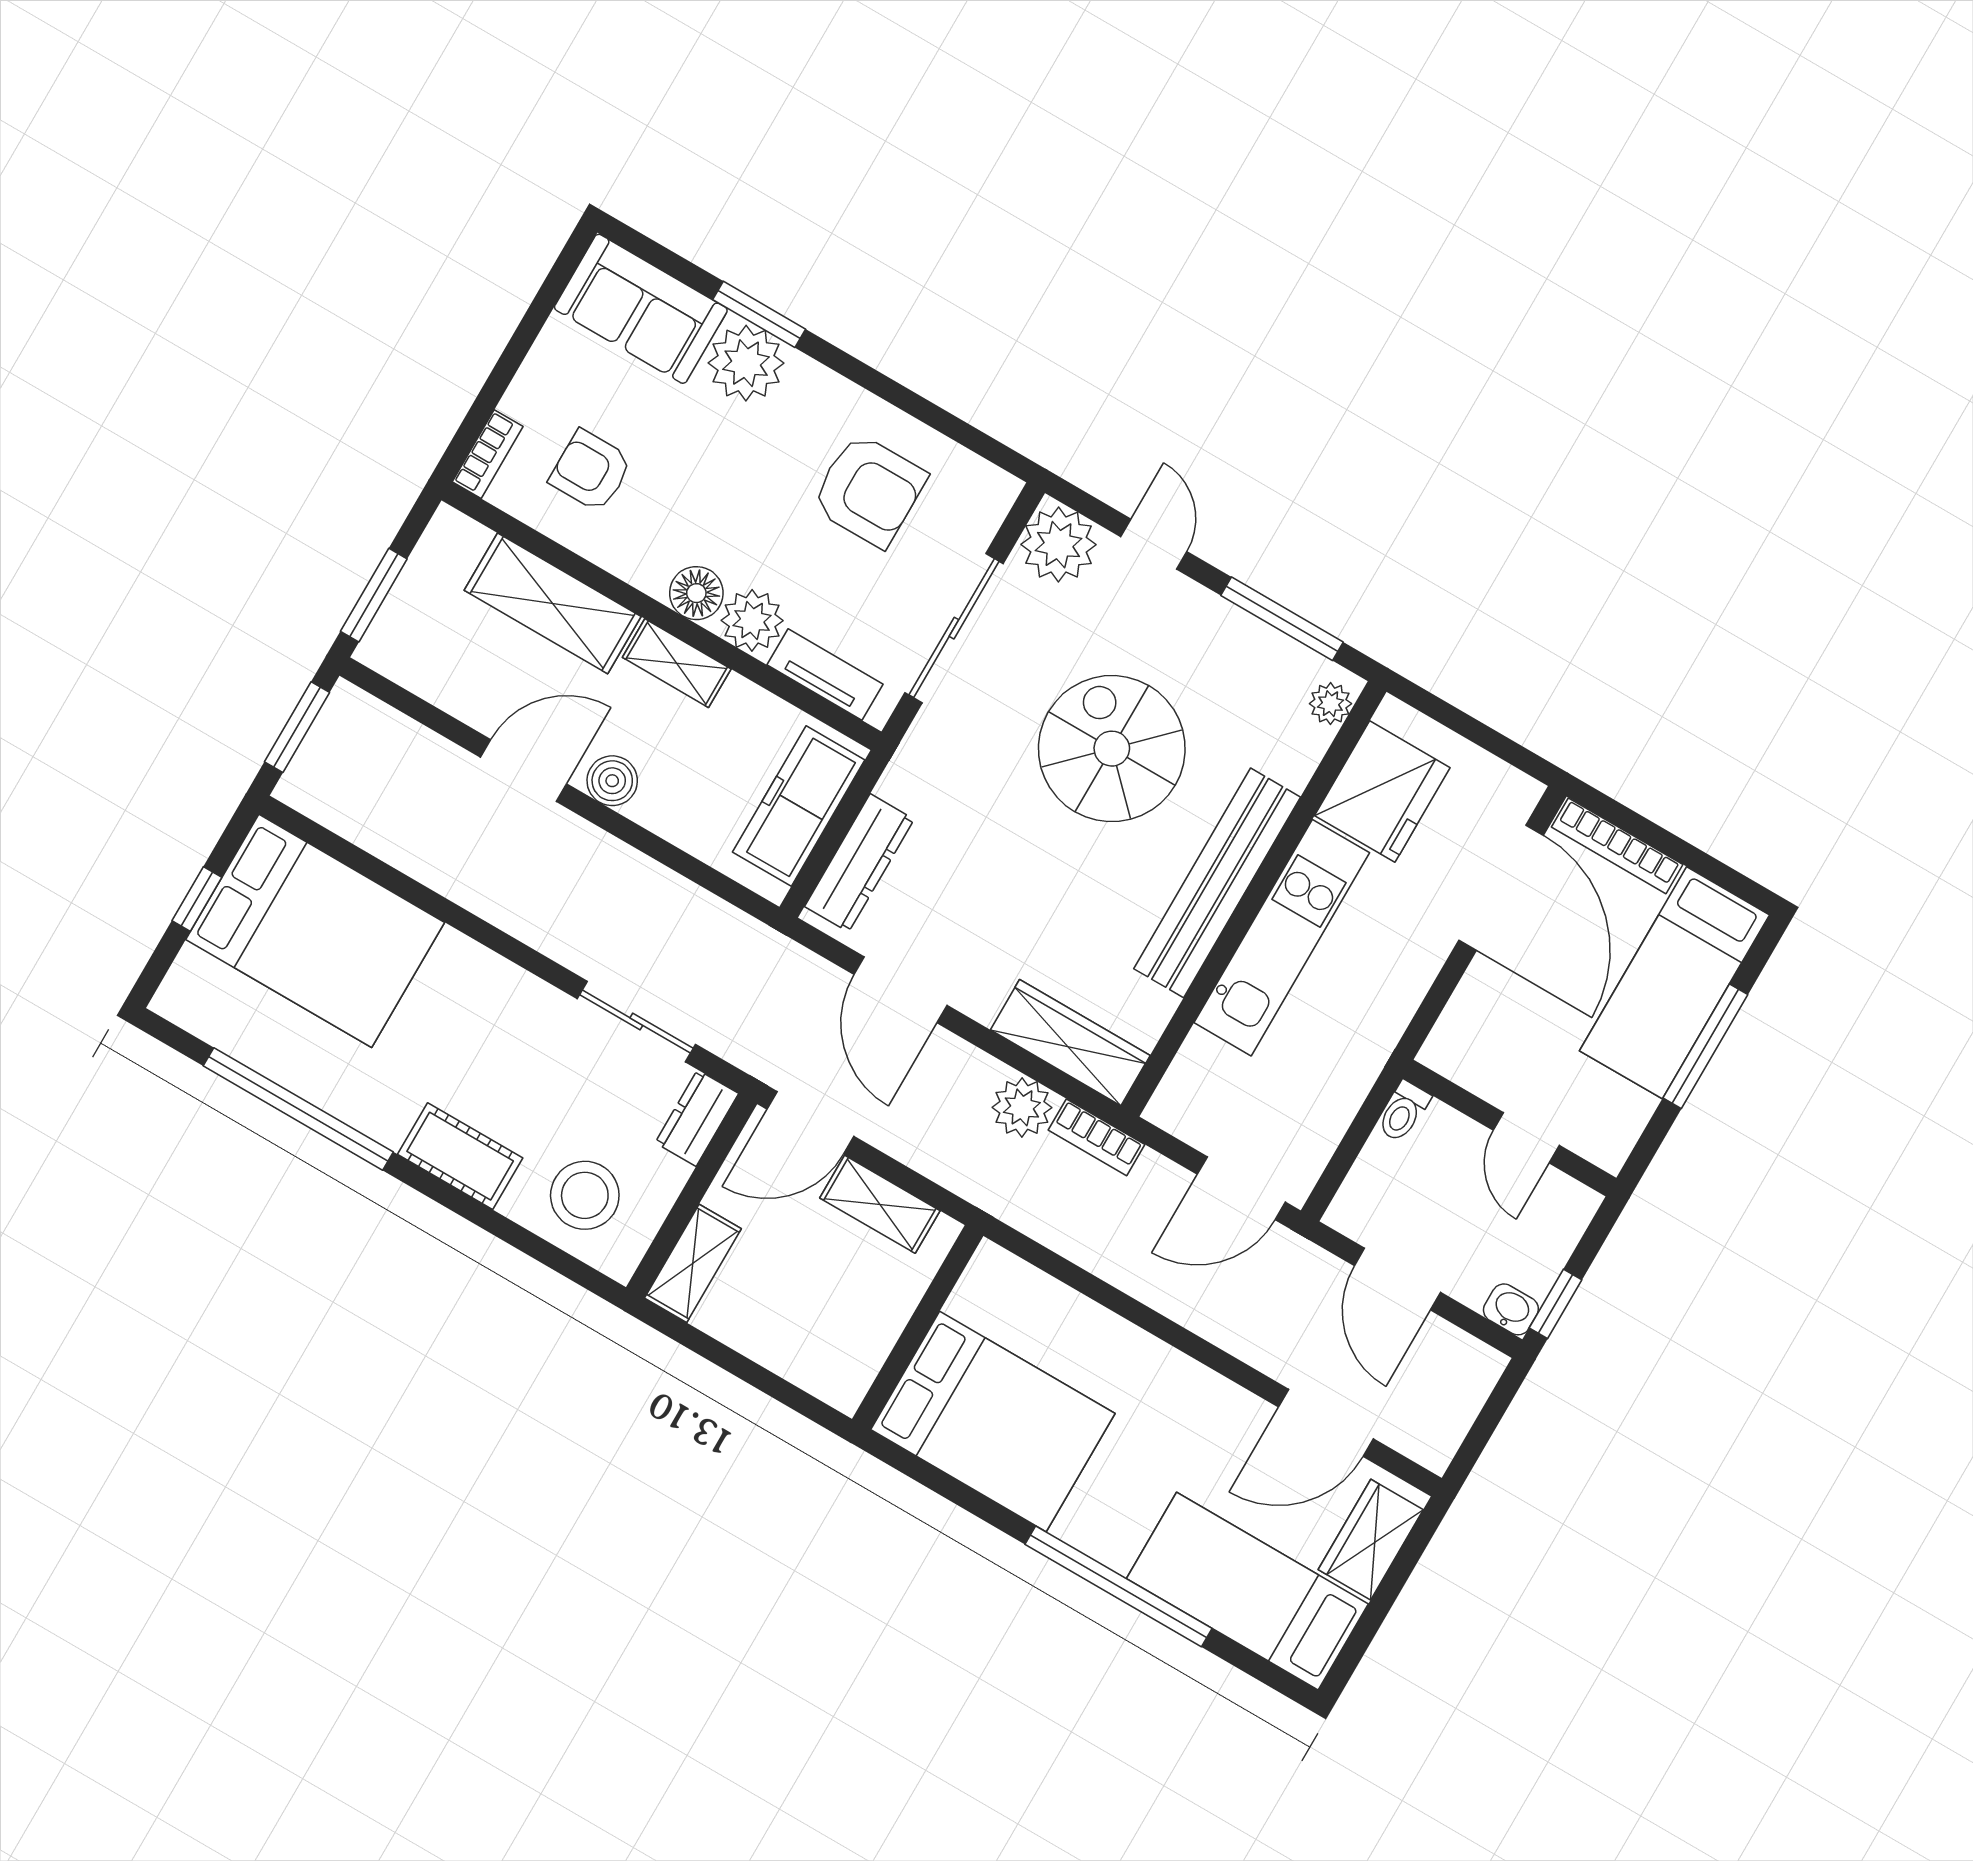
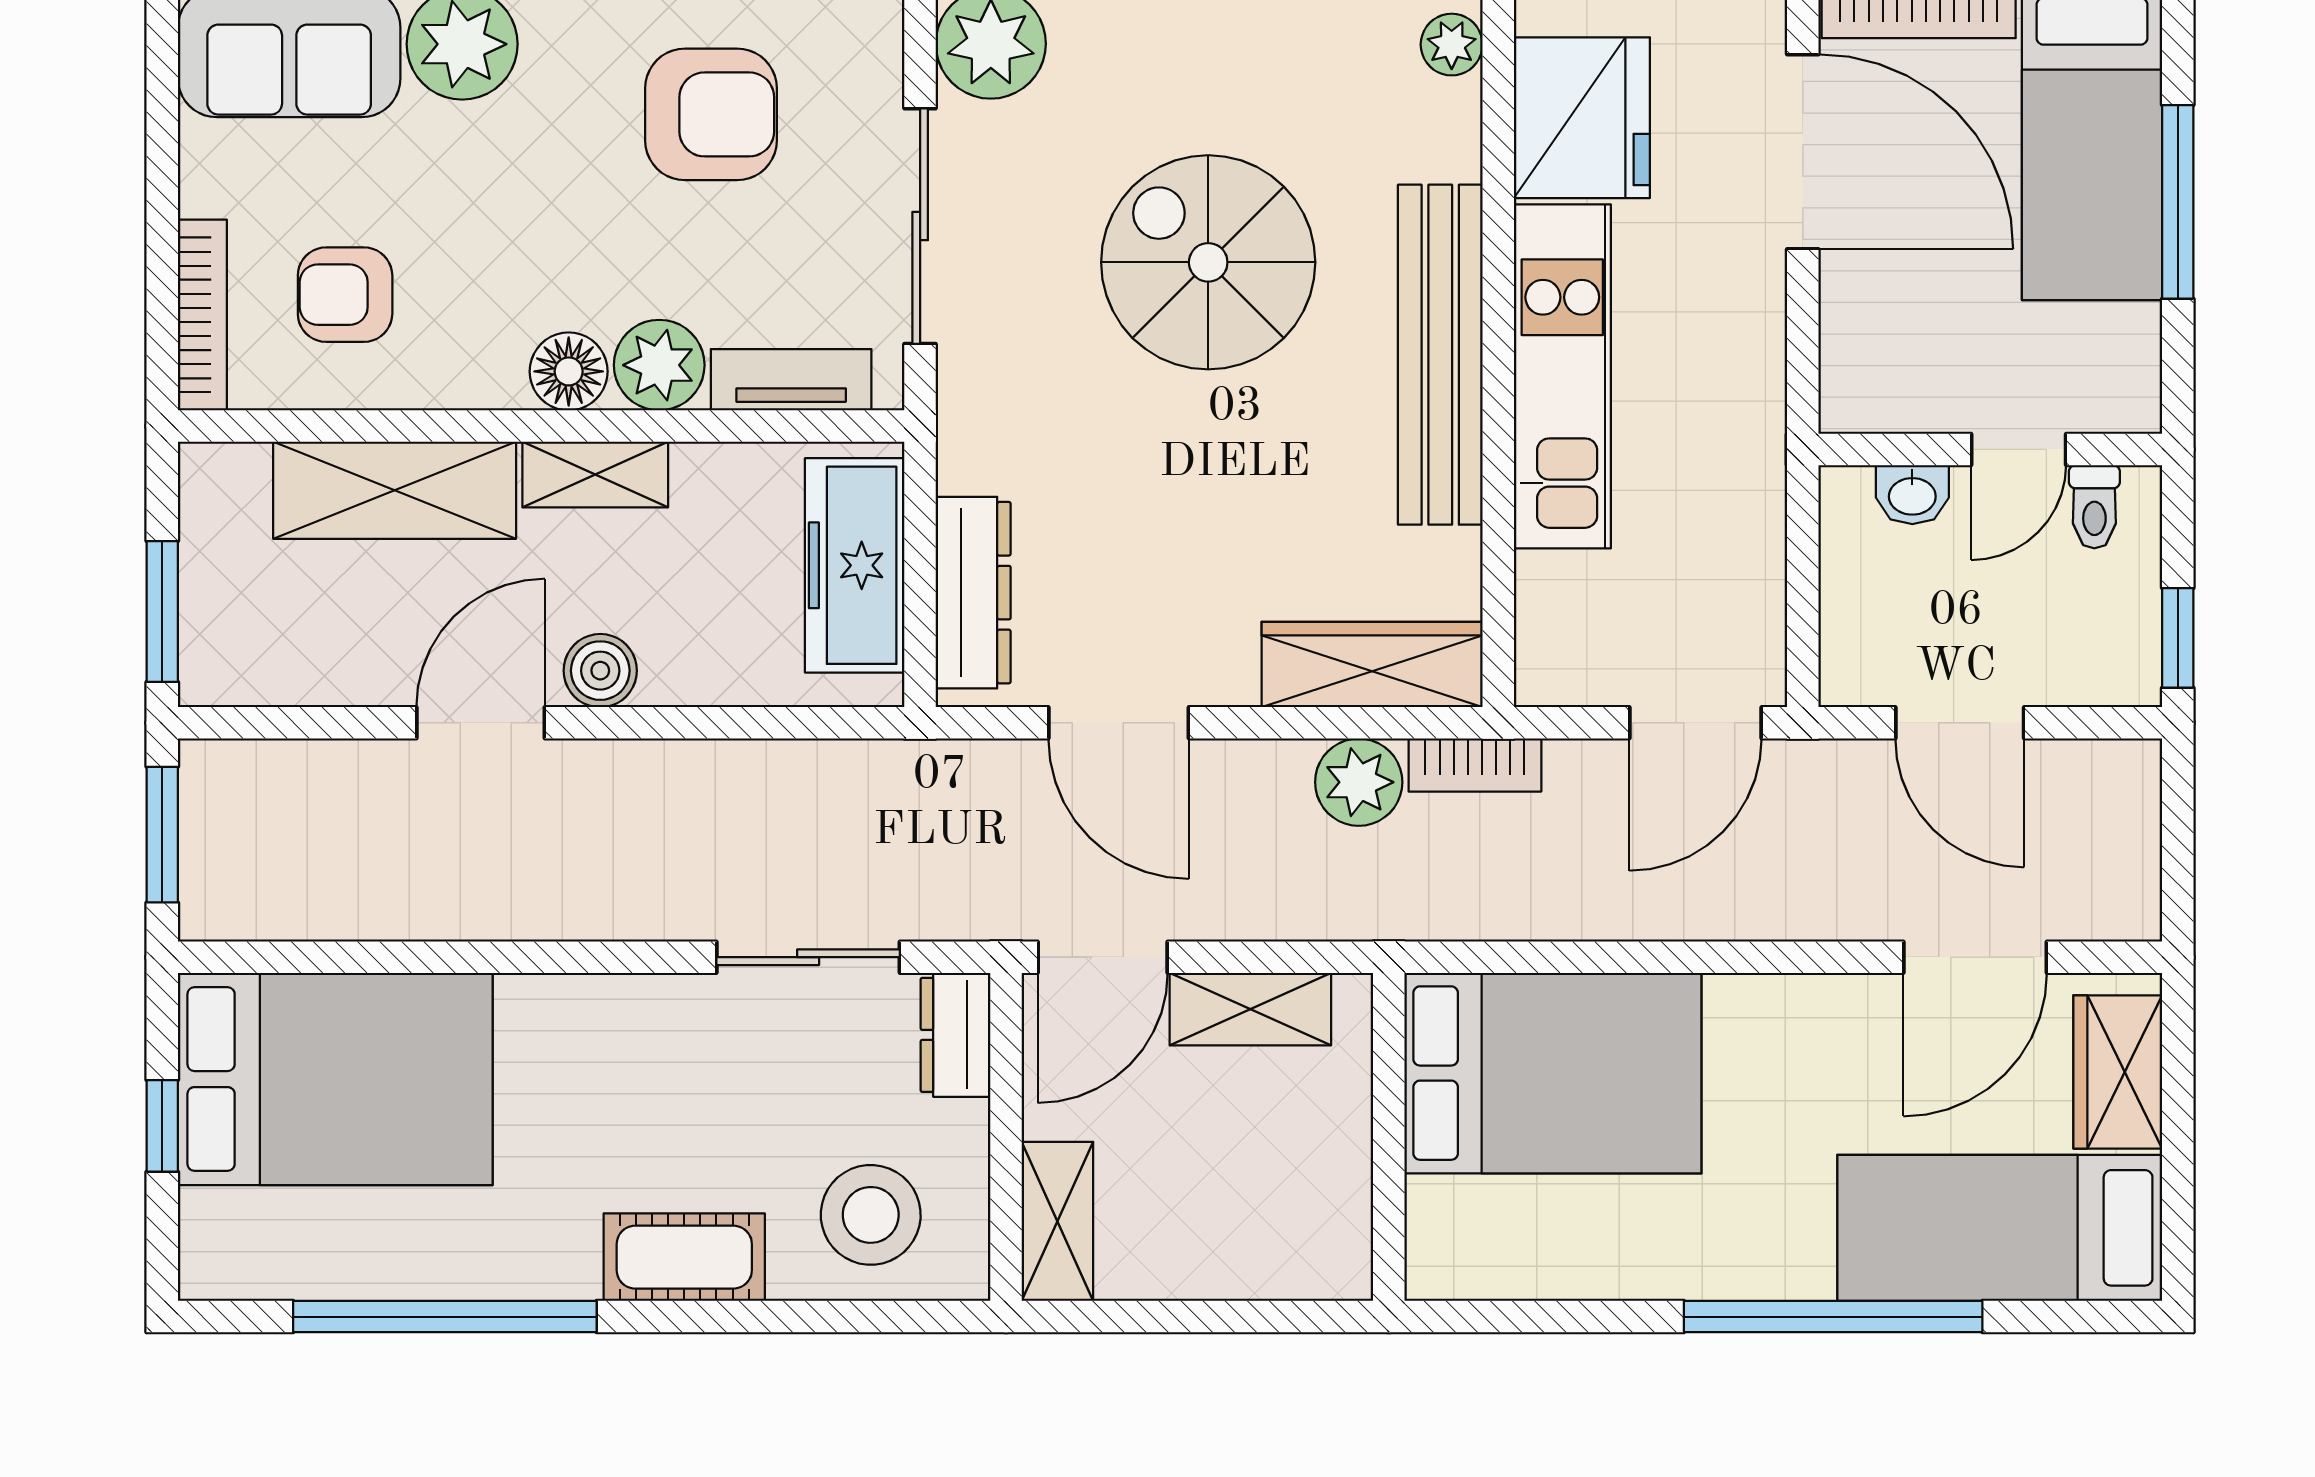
bookcase: (488, 454) -> (202, 315), width x1.56
toilet: (1403, 1112) -> (2094, 507), moved
door: (1526, 1138) -> (2019, 449), hinge flipped
washbasin: (1511, 1309) -> (1912, 495), moved, turned 180
bed: (993, 1422) -> (1553, 1073), moved

